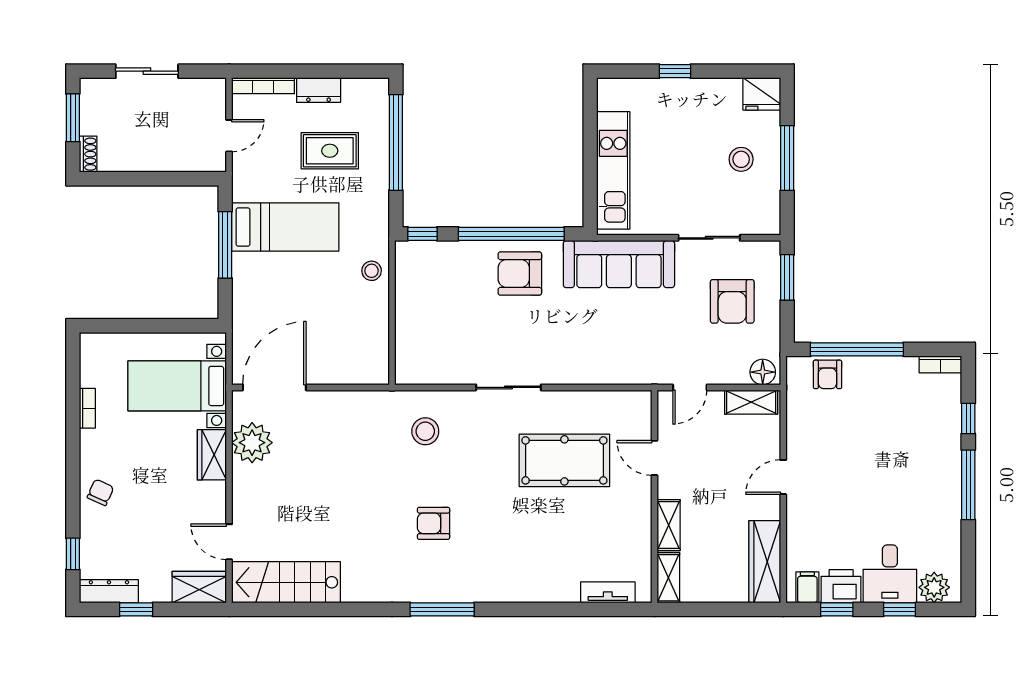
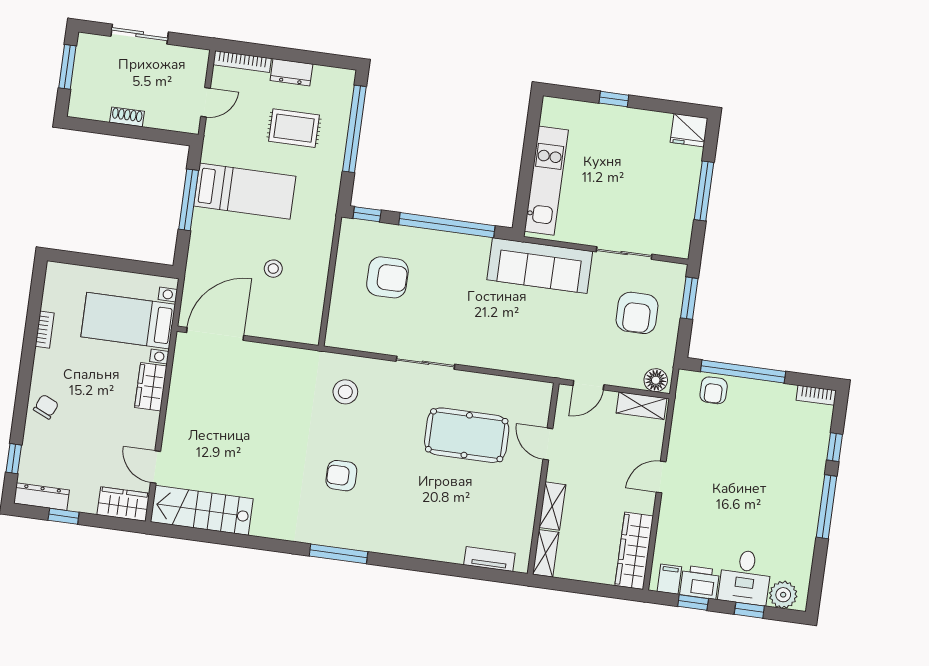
shoe rack: (88, 154) -> (127, 117), moved, turned -90
stool: (741, 159) -> (662, 186), removed
stool: (372, 271) -> (273, 269), moved
armchair: (520, 274) -> (387, 277), moved, turned 180
plant: (252, 443) -> (188, 381), removed

